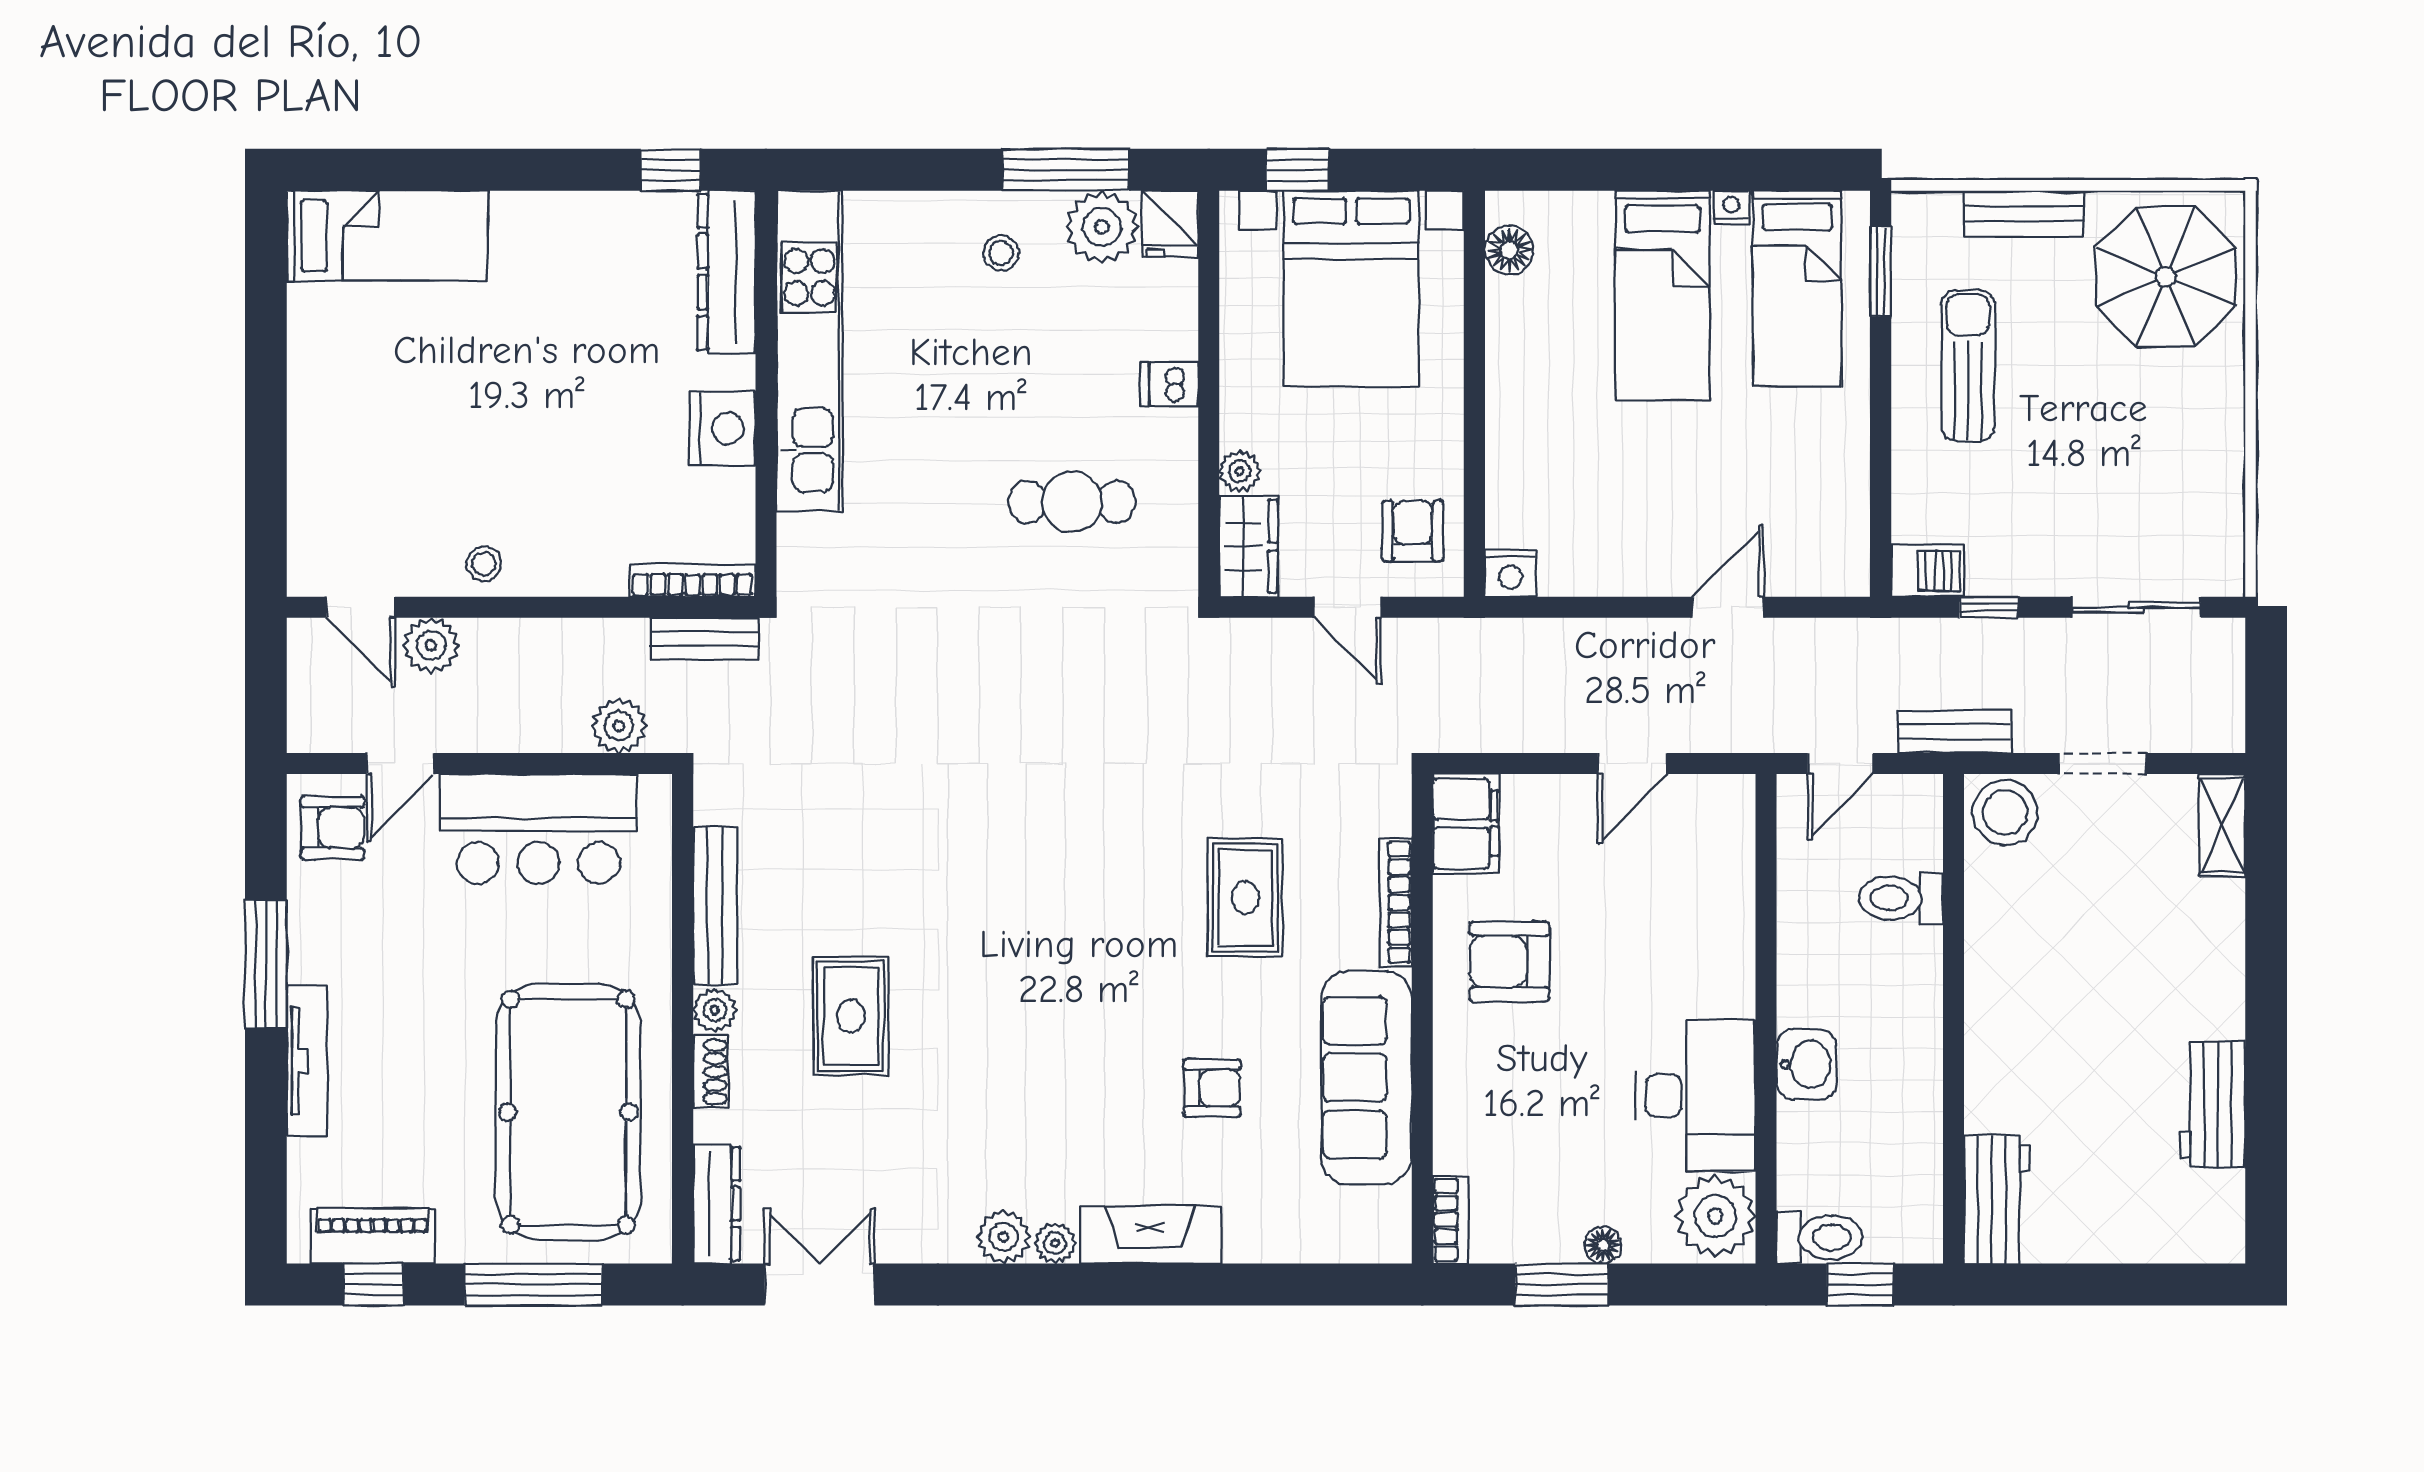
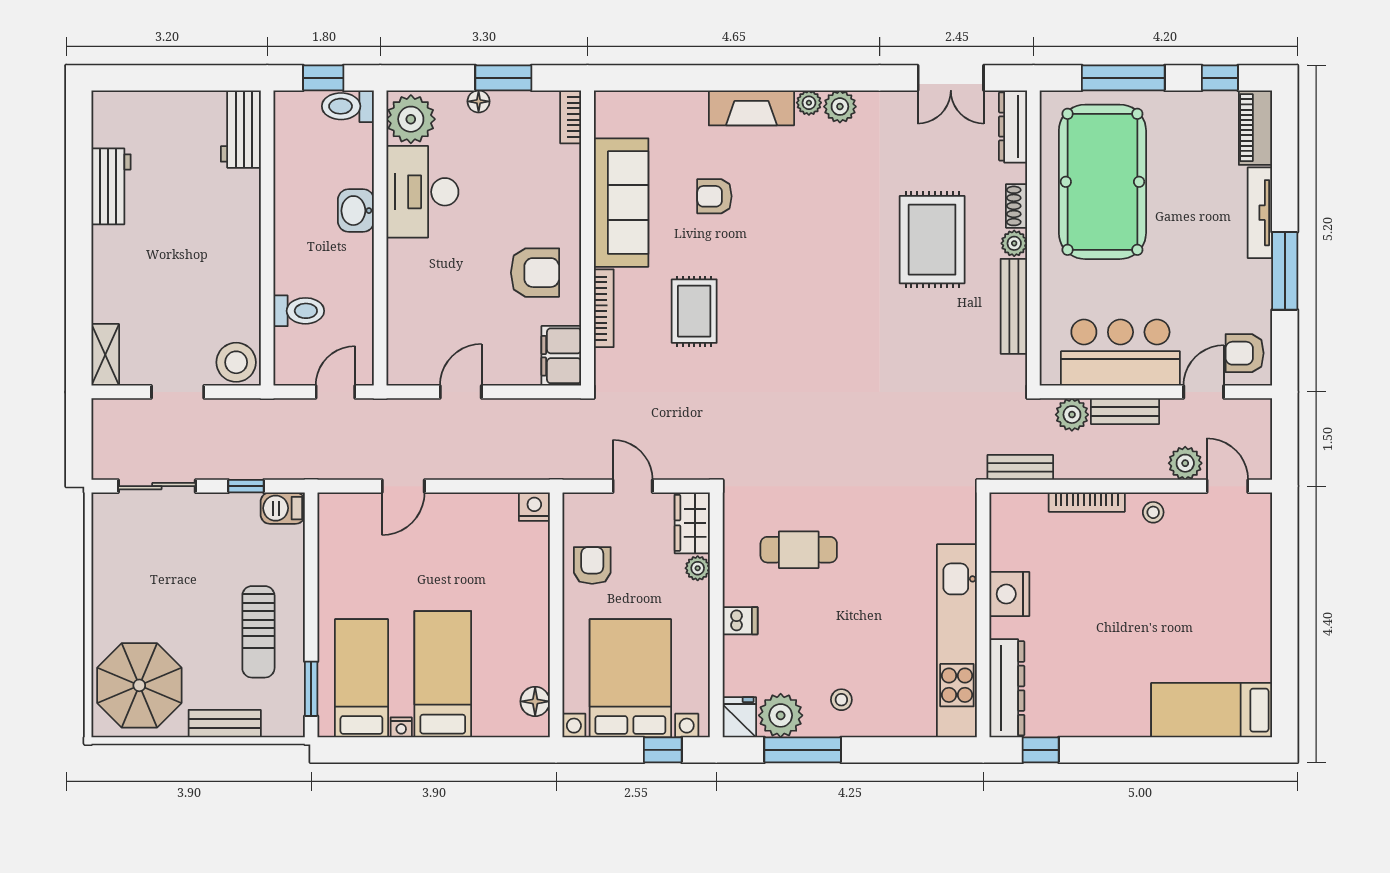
armchair: (1413, 531) -> (592, 565), moved, turned 180
bookcase: (692, 581) -> (1087, 502), moved
bench: (1954, 732) -> (1125, 411), moved
rug: (851, 1016) -> (932, 240), width x1.36, depth x1.43
piano: (373, 1236) -> (1255, 128), moved, turned 90

